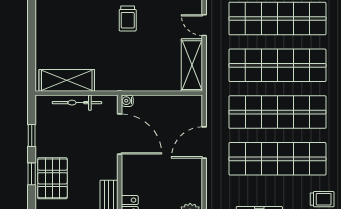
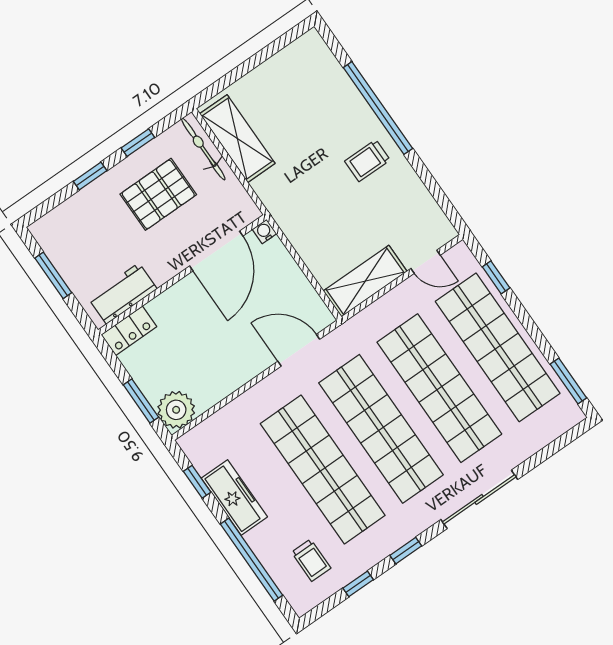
door: (204, 25) -> (426, 262), swing flipped
bicycle: (77, 103) -> (203, 149), moved
door: (204, 143) -> (299, 350), moved
pallet: (52, 178) -> (158, 194), moved

